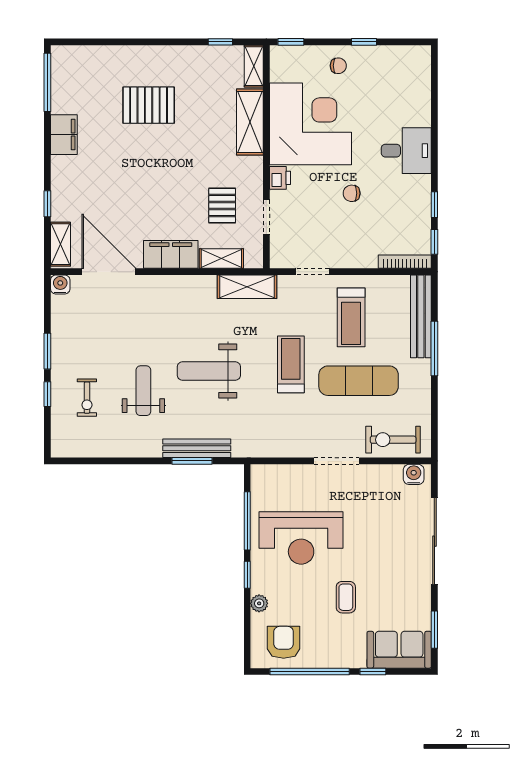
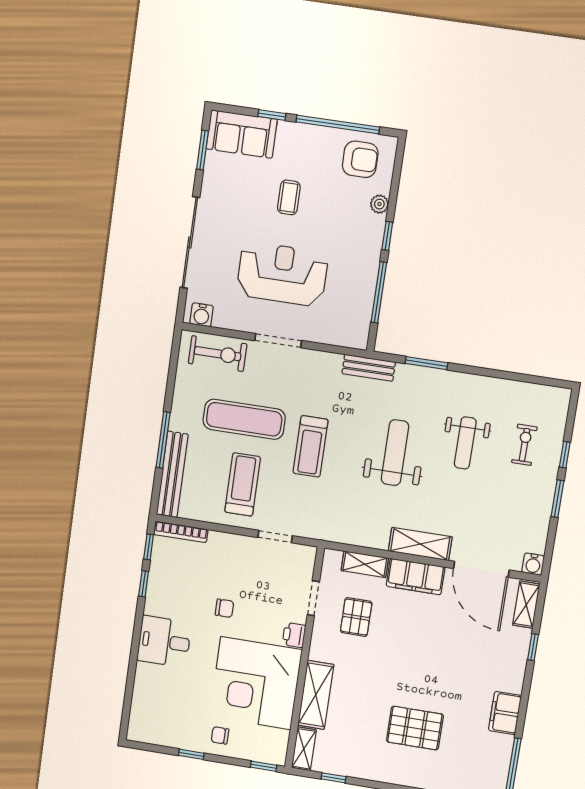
shelving: (247, 287) -> (420, 544), moved
weight bench: (209, 371) -> (395, 453), turned -90
bench: (197, 448) -> (369, 368), moved, width x0.73
reception desk: (301, 538) -> (282, 274), moved
armchair: (284, 642) -> (360, 159), turned -90

